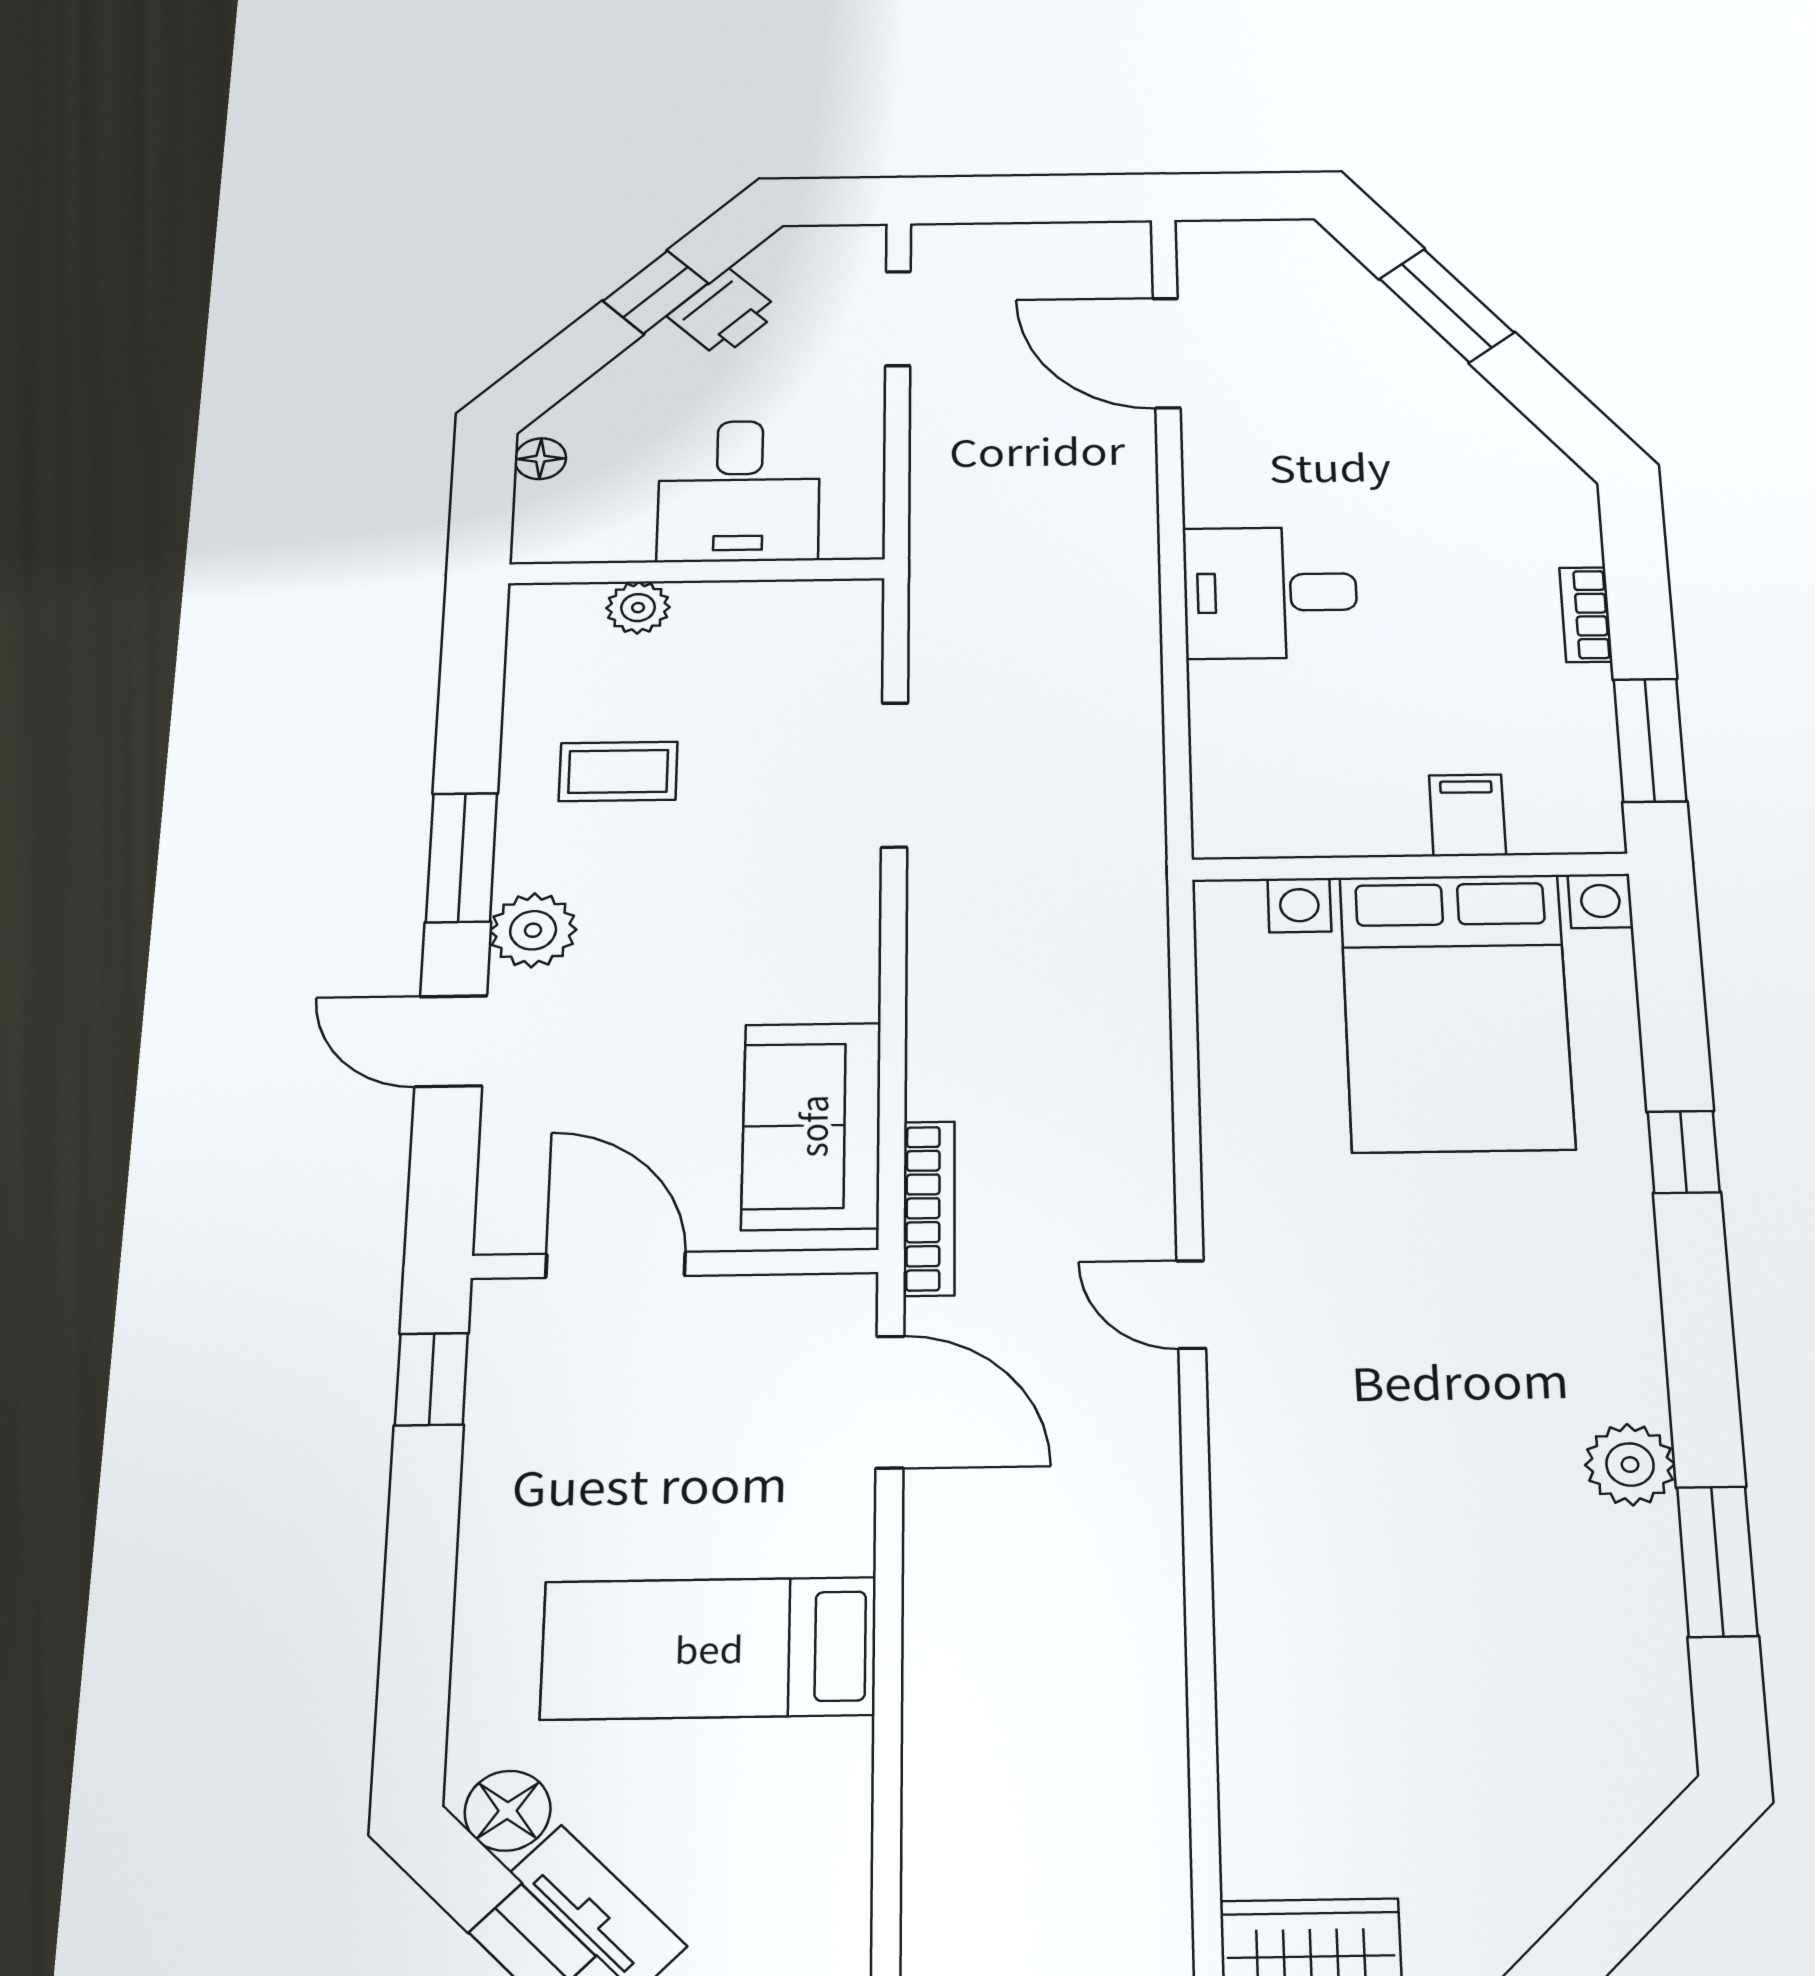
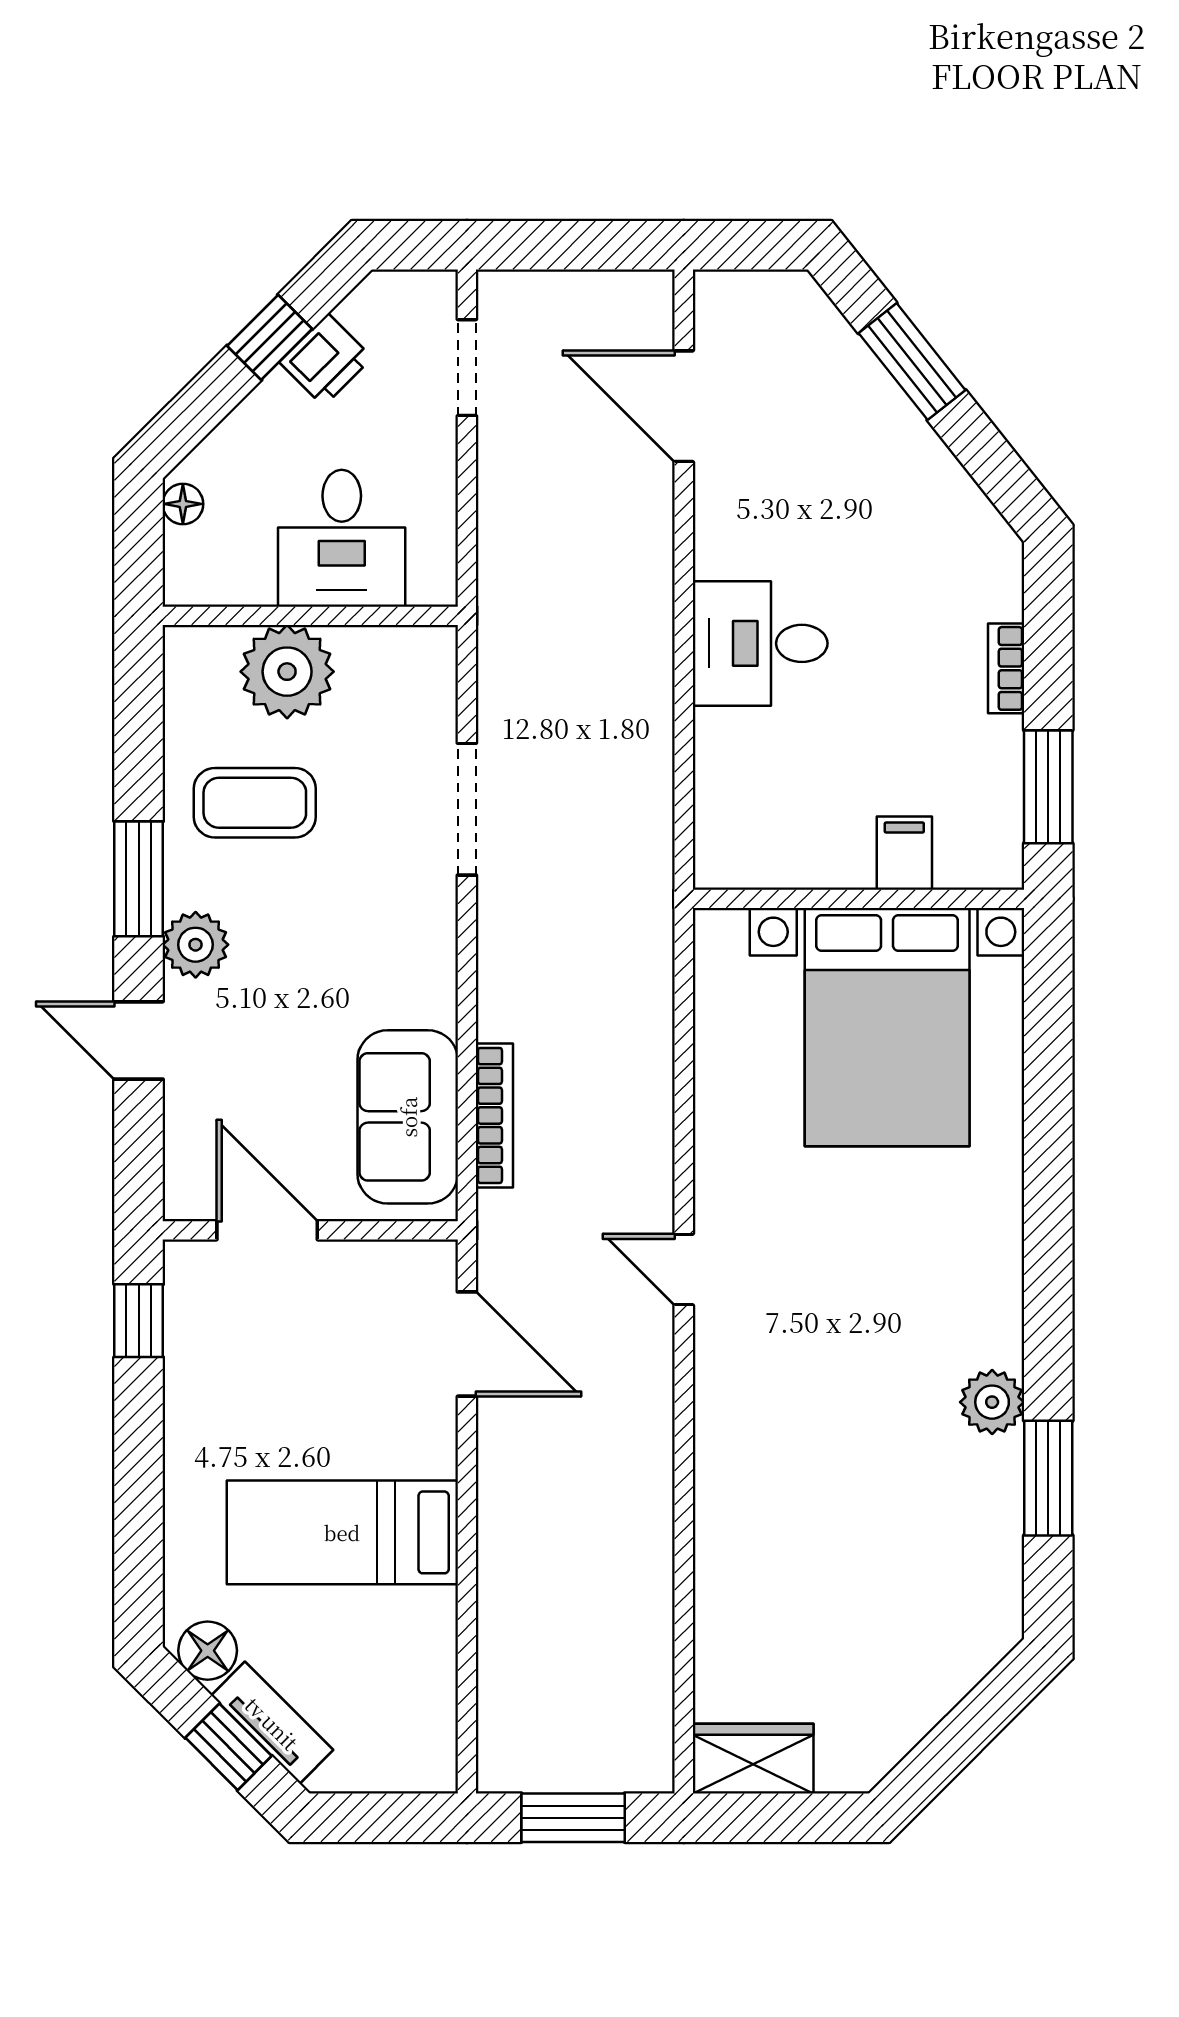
plant: (638, 608) -> (287, 672), width x1.88, depth x1.88
coffee table: (618, 771) -> (255, 803), width x1.36, depth x1.30
window: (1684, 1152) -> (1048, 1149), removed
bookcase: (929, 1208) -> (494, 1115), moved

